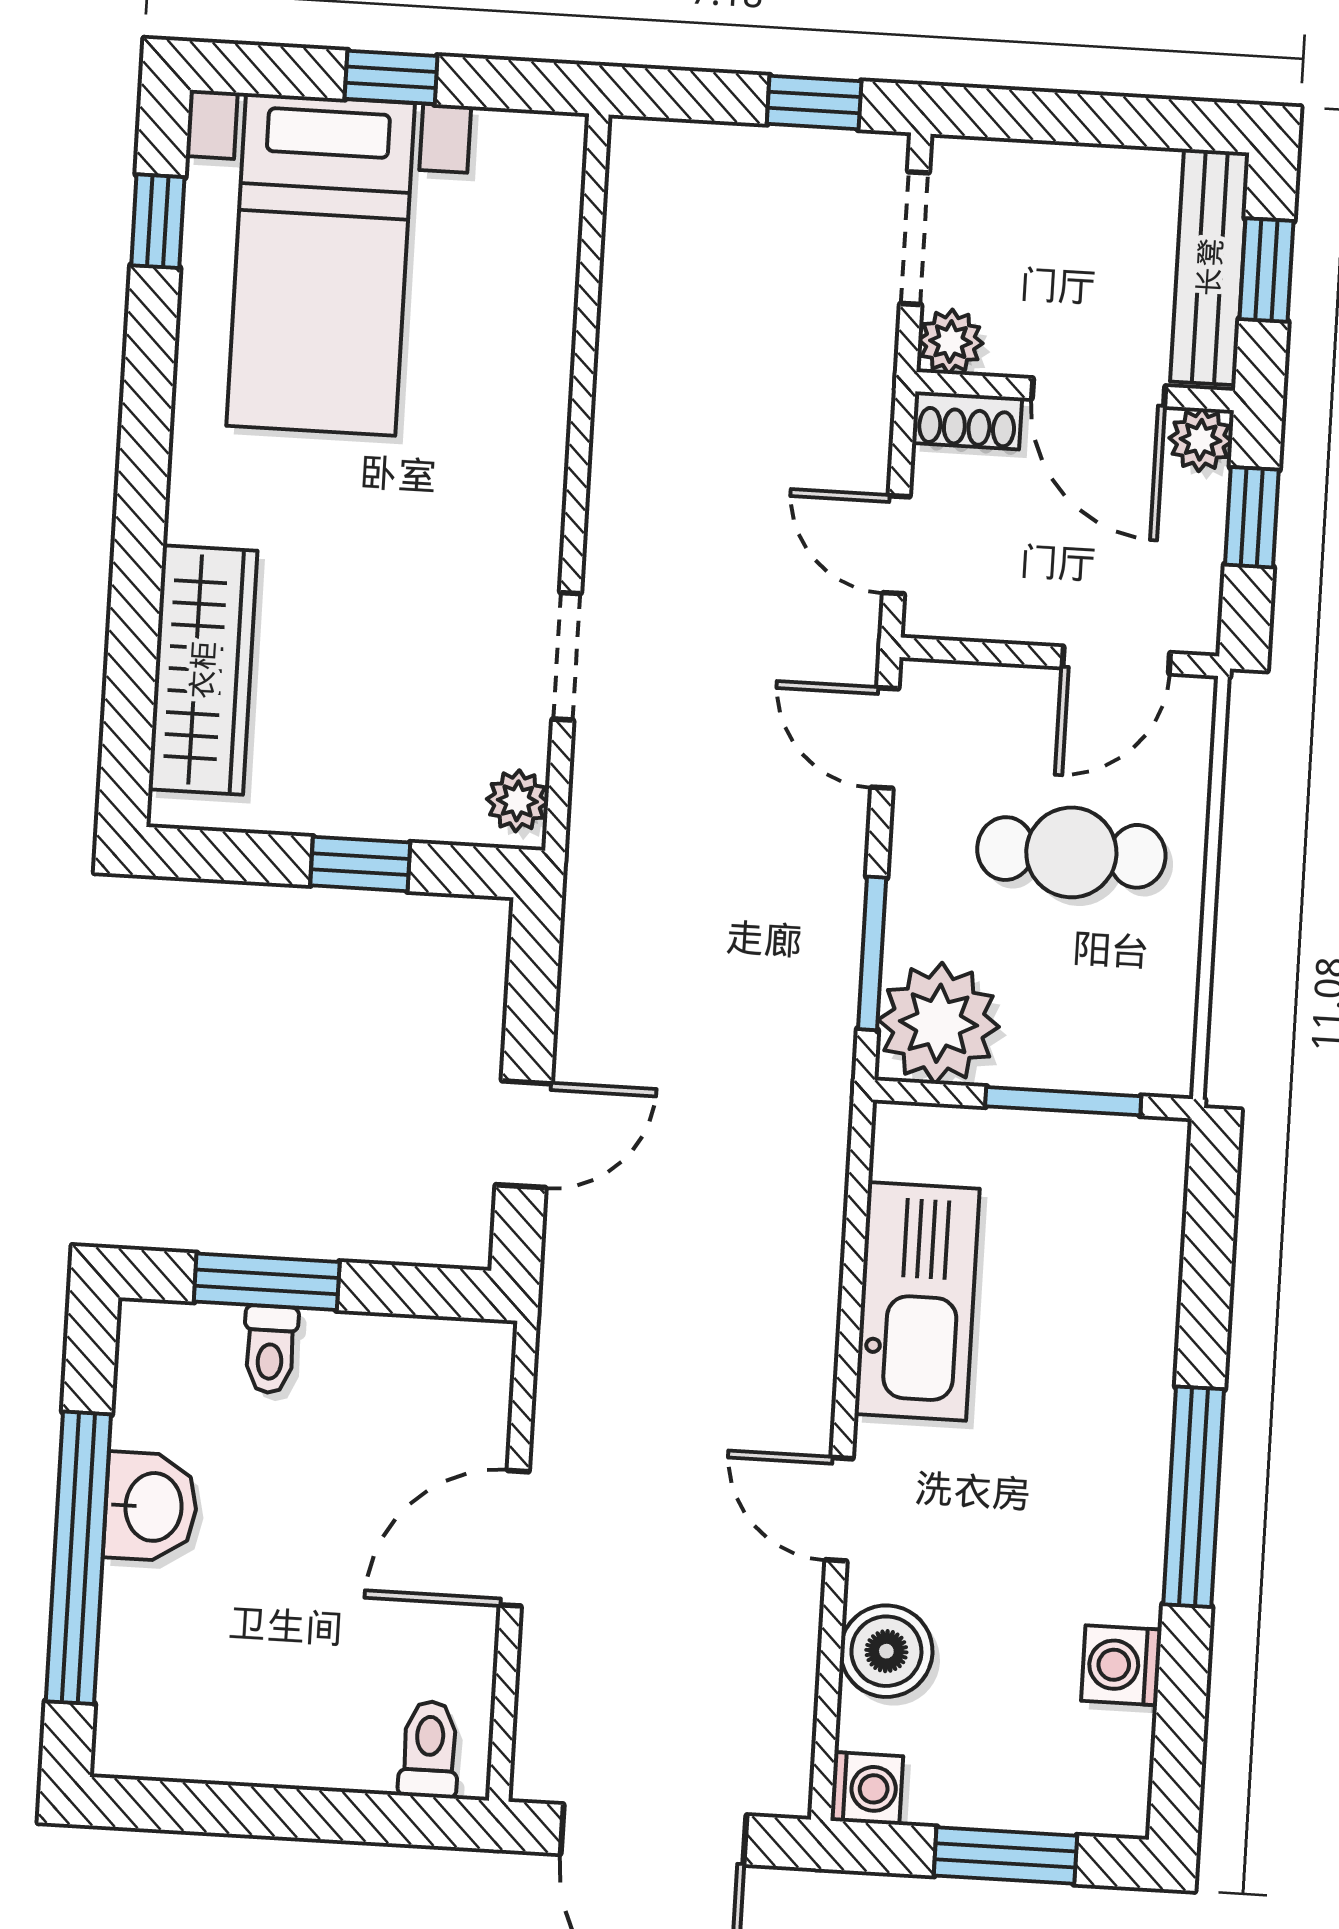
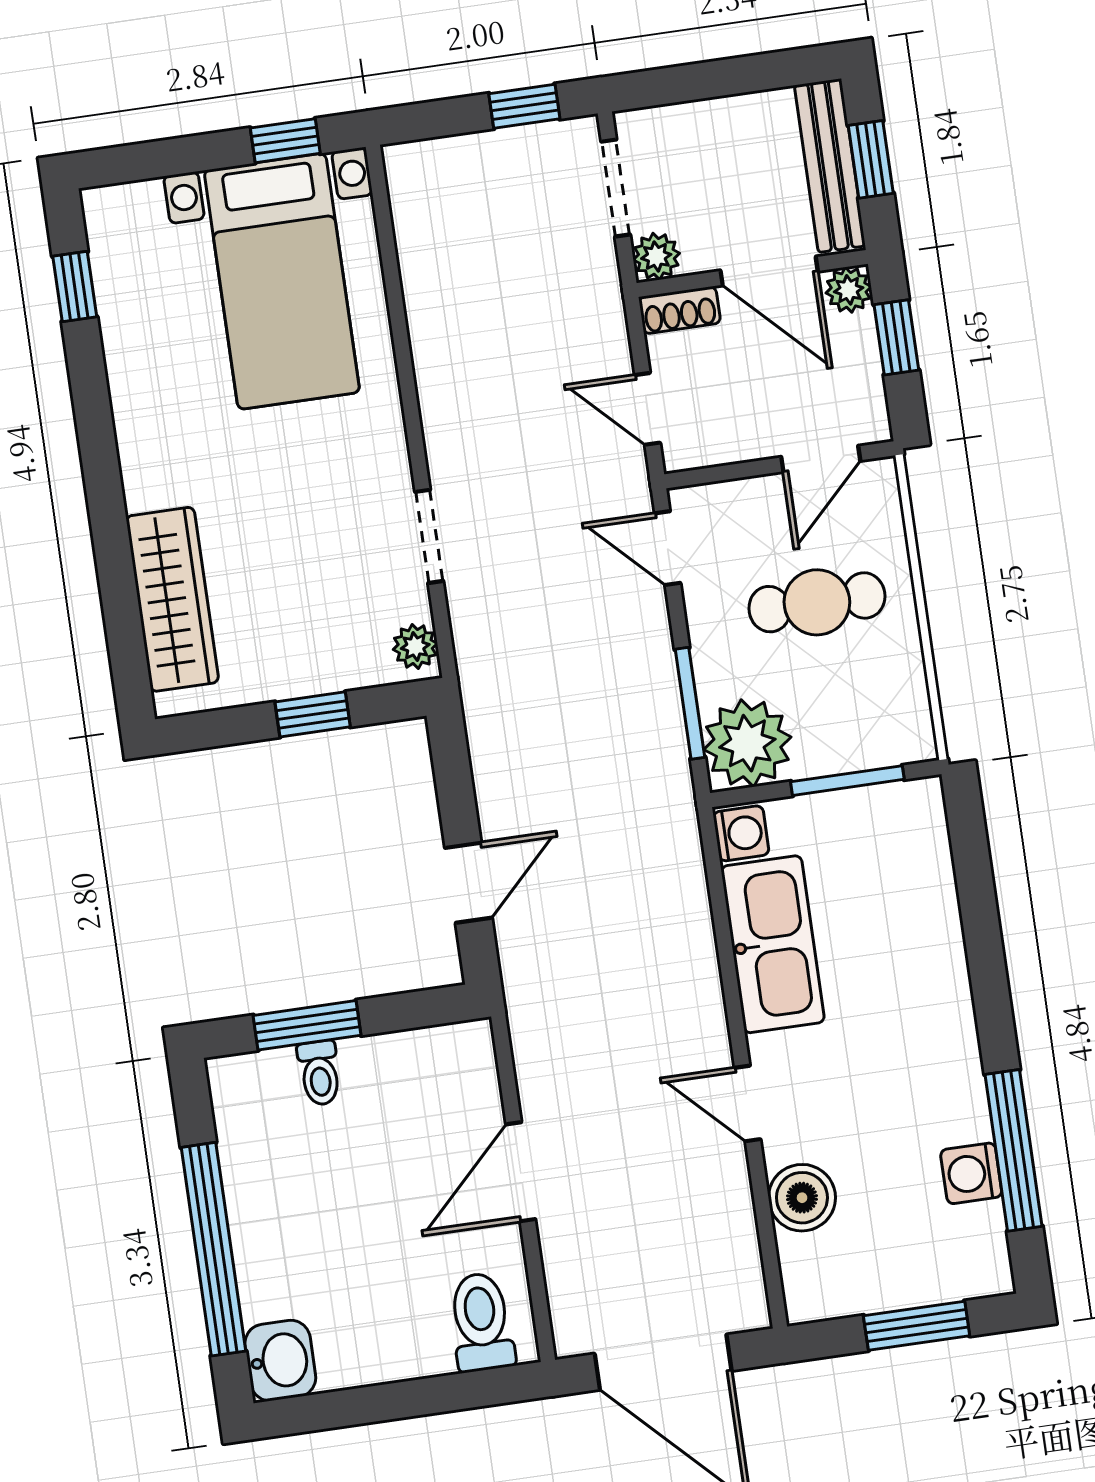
window: (391, 77) -> (285, 141), moved
bed with nightstands: (321, 264) -> (282, 281), moved
window: (1194, 1497) -> (1014, 1150), moved
washbasin: (151, 1507) -> (280, 1361), moved
toilet: (429, 1749) -> (481, 1322), width x1.37, depth x1.39
washing machine: (867, 1788) -> (741, 833), moved

